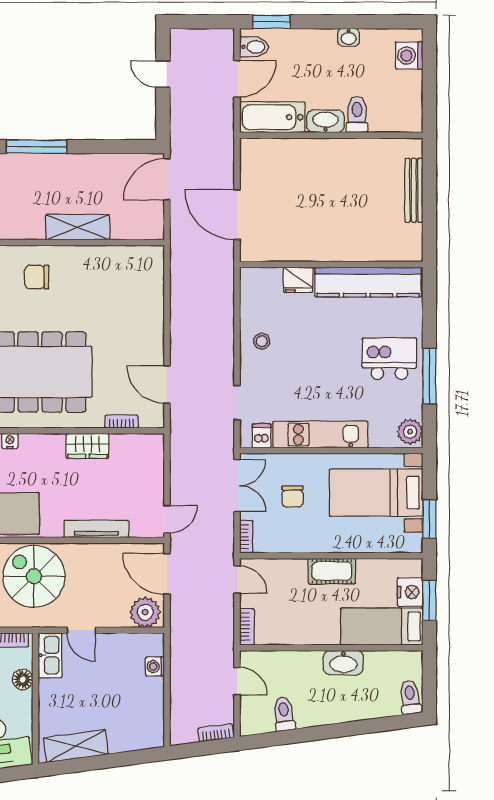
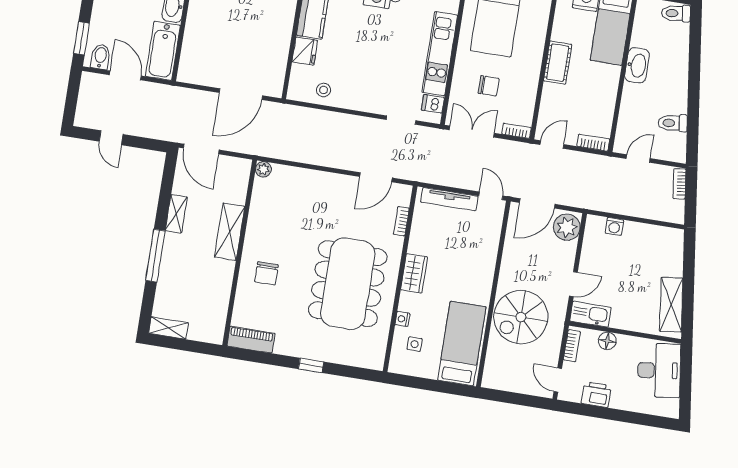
door: (163, 74) -> (111, 138), hinge flipped
shelving: (88, 163) -> (176, 214), added
plant: (155, 254) -> (263, 169), added
stool: (262, 341) -> (324, 90), moved
wardrobe: (88, 446) -> (414, 273), moved
tv unit: (96, 529) -> (449, 199), moved, turned -90

